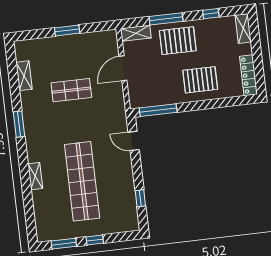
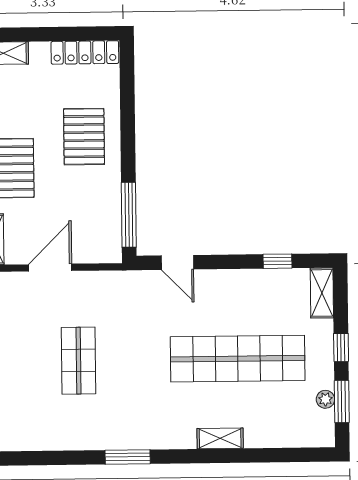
door: (123, 68) -> (50, 268), swing flipped
shelving: (24, 76) -> (322, 293), moved, turned 90
door: (134, 141) -> (177, 262), hinge flipped
plant: (64, 234) -> (325, 399), added

